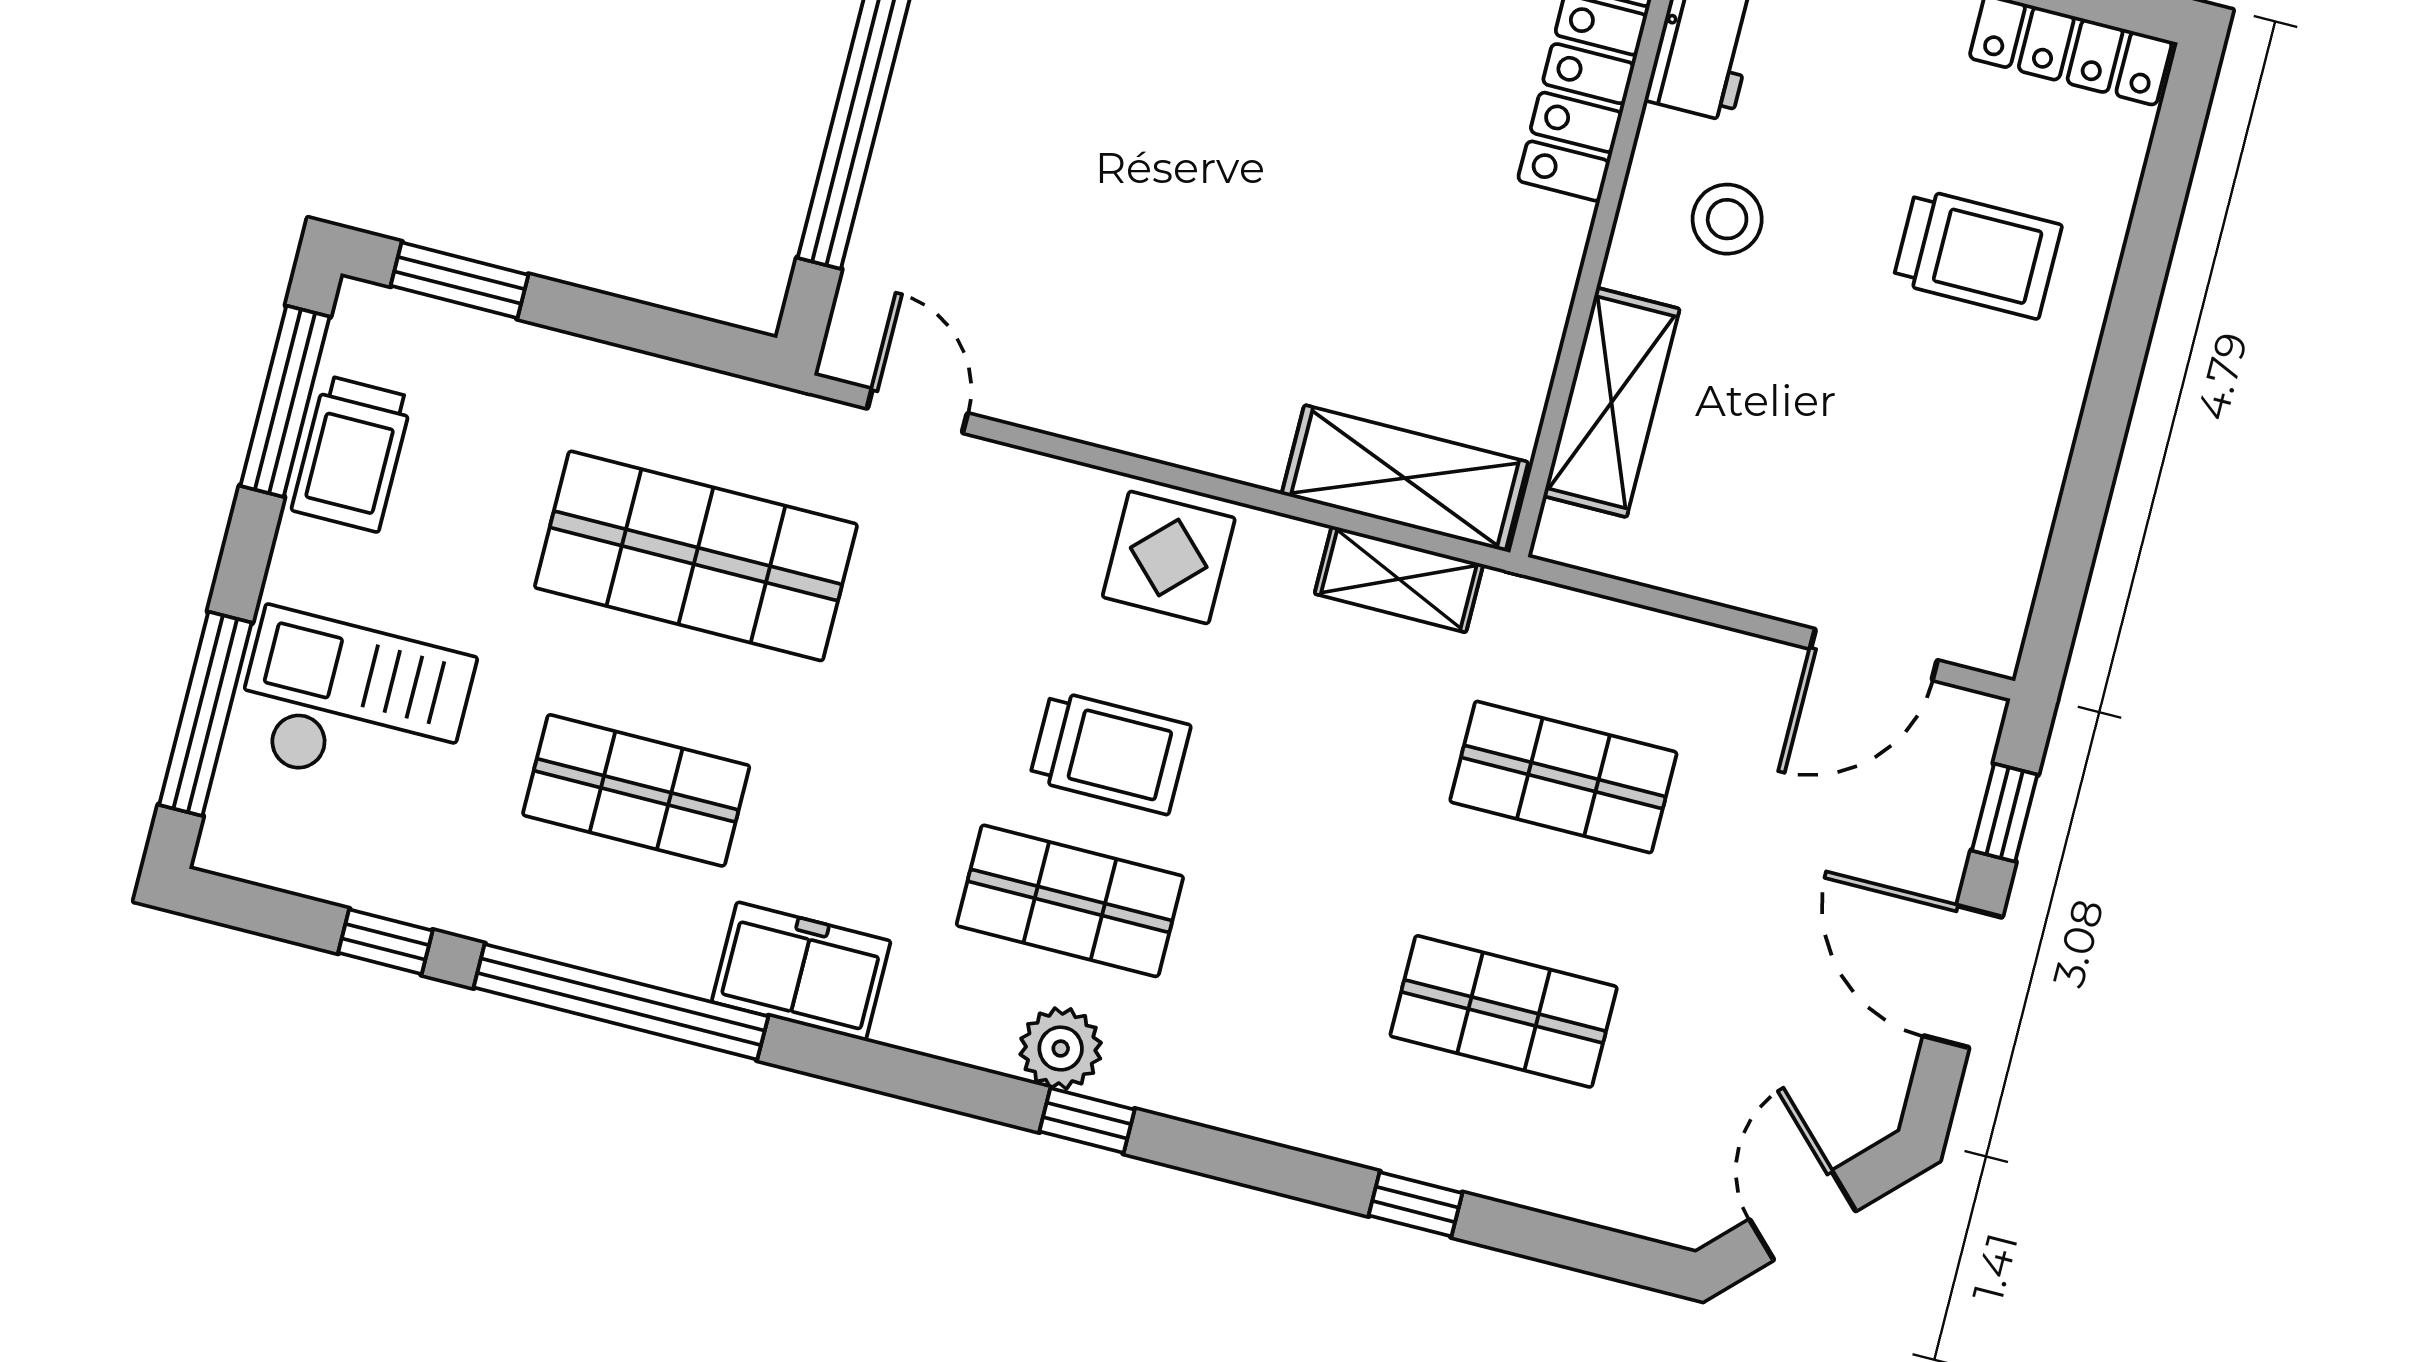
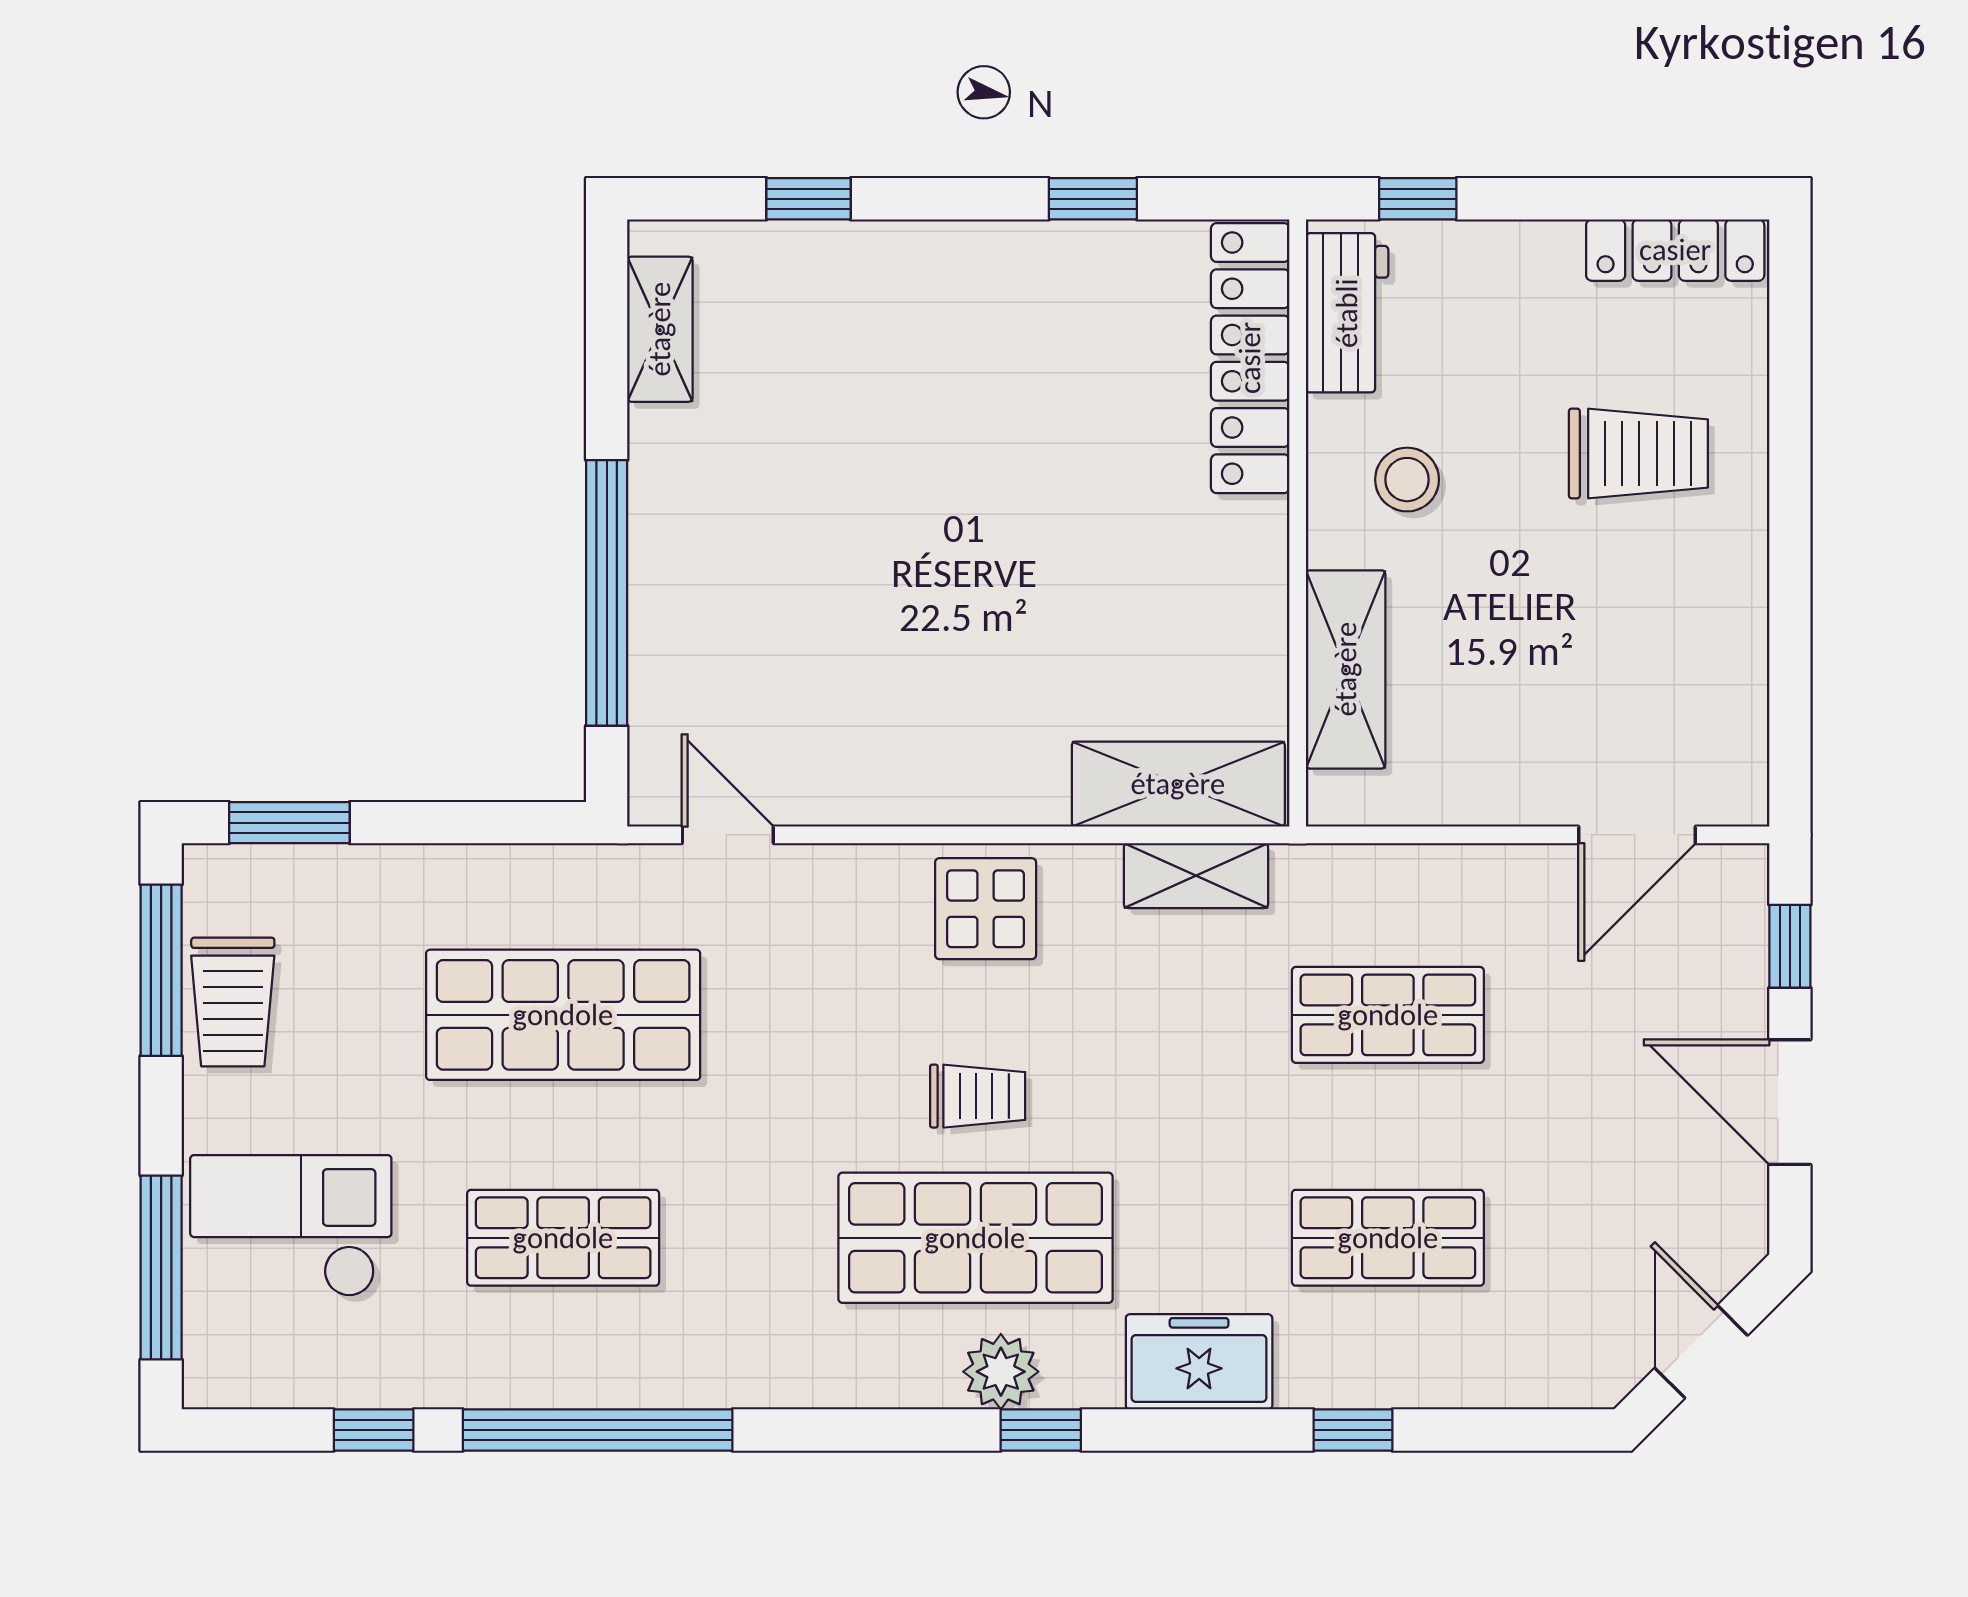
trolley: (1110, 752) -> (978, 1096), width x0.73, depth x0.72
shop shelf: (1070, 901) -> (975, 1238), width x1.43, depth x1.36
freezer: (801, 971) -> (1199, 1362), moved

